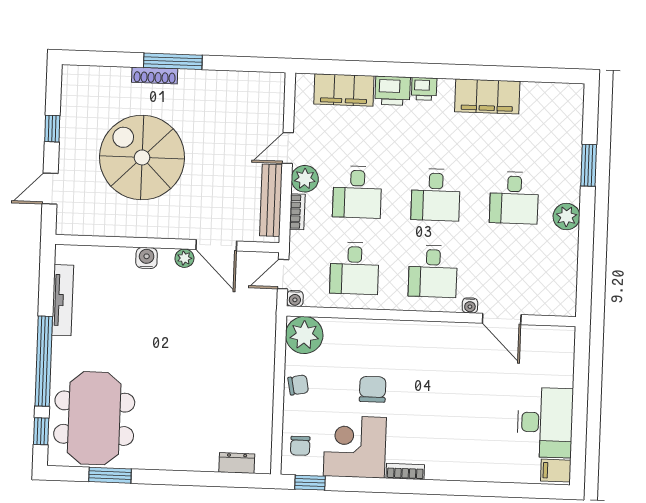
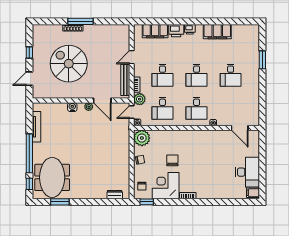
plant: (305, 179) -> (140, 99), moved
plant: (567, 217) -> (254, 82), removed
door: (502, 319) -> (240, 128), moved

